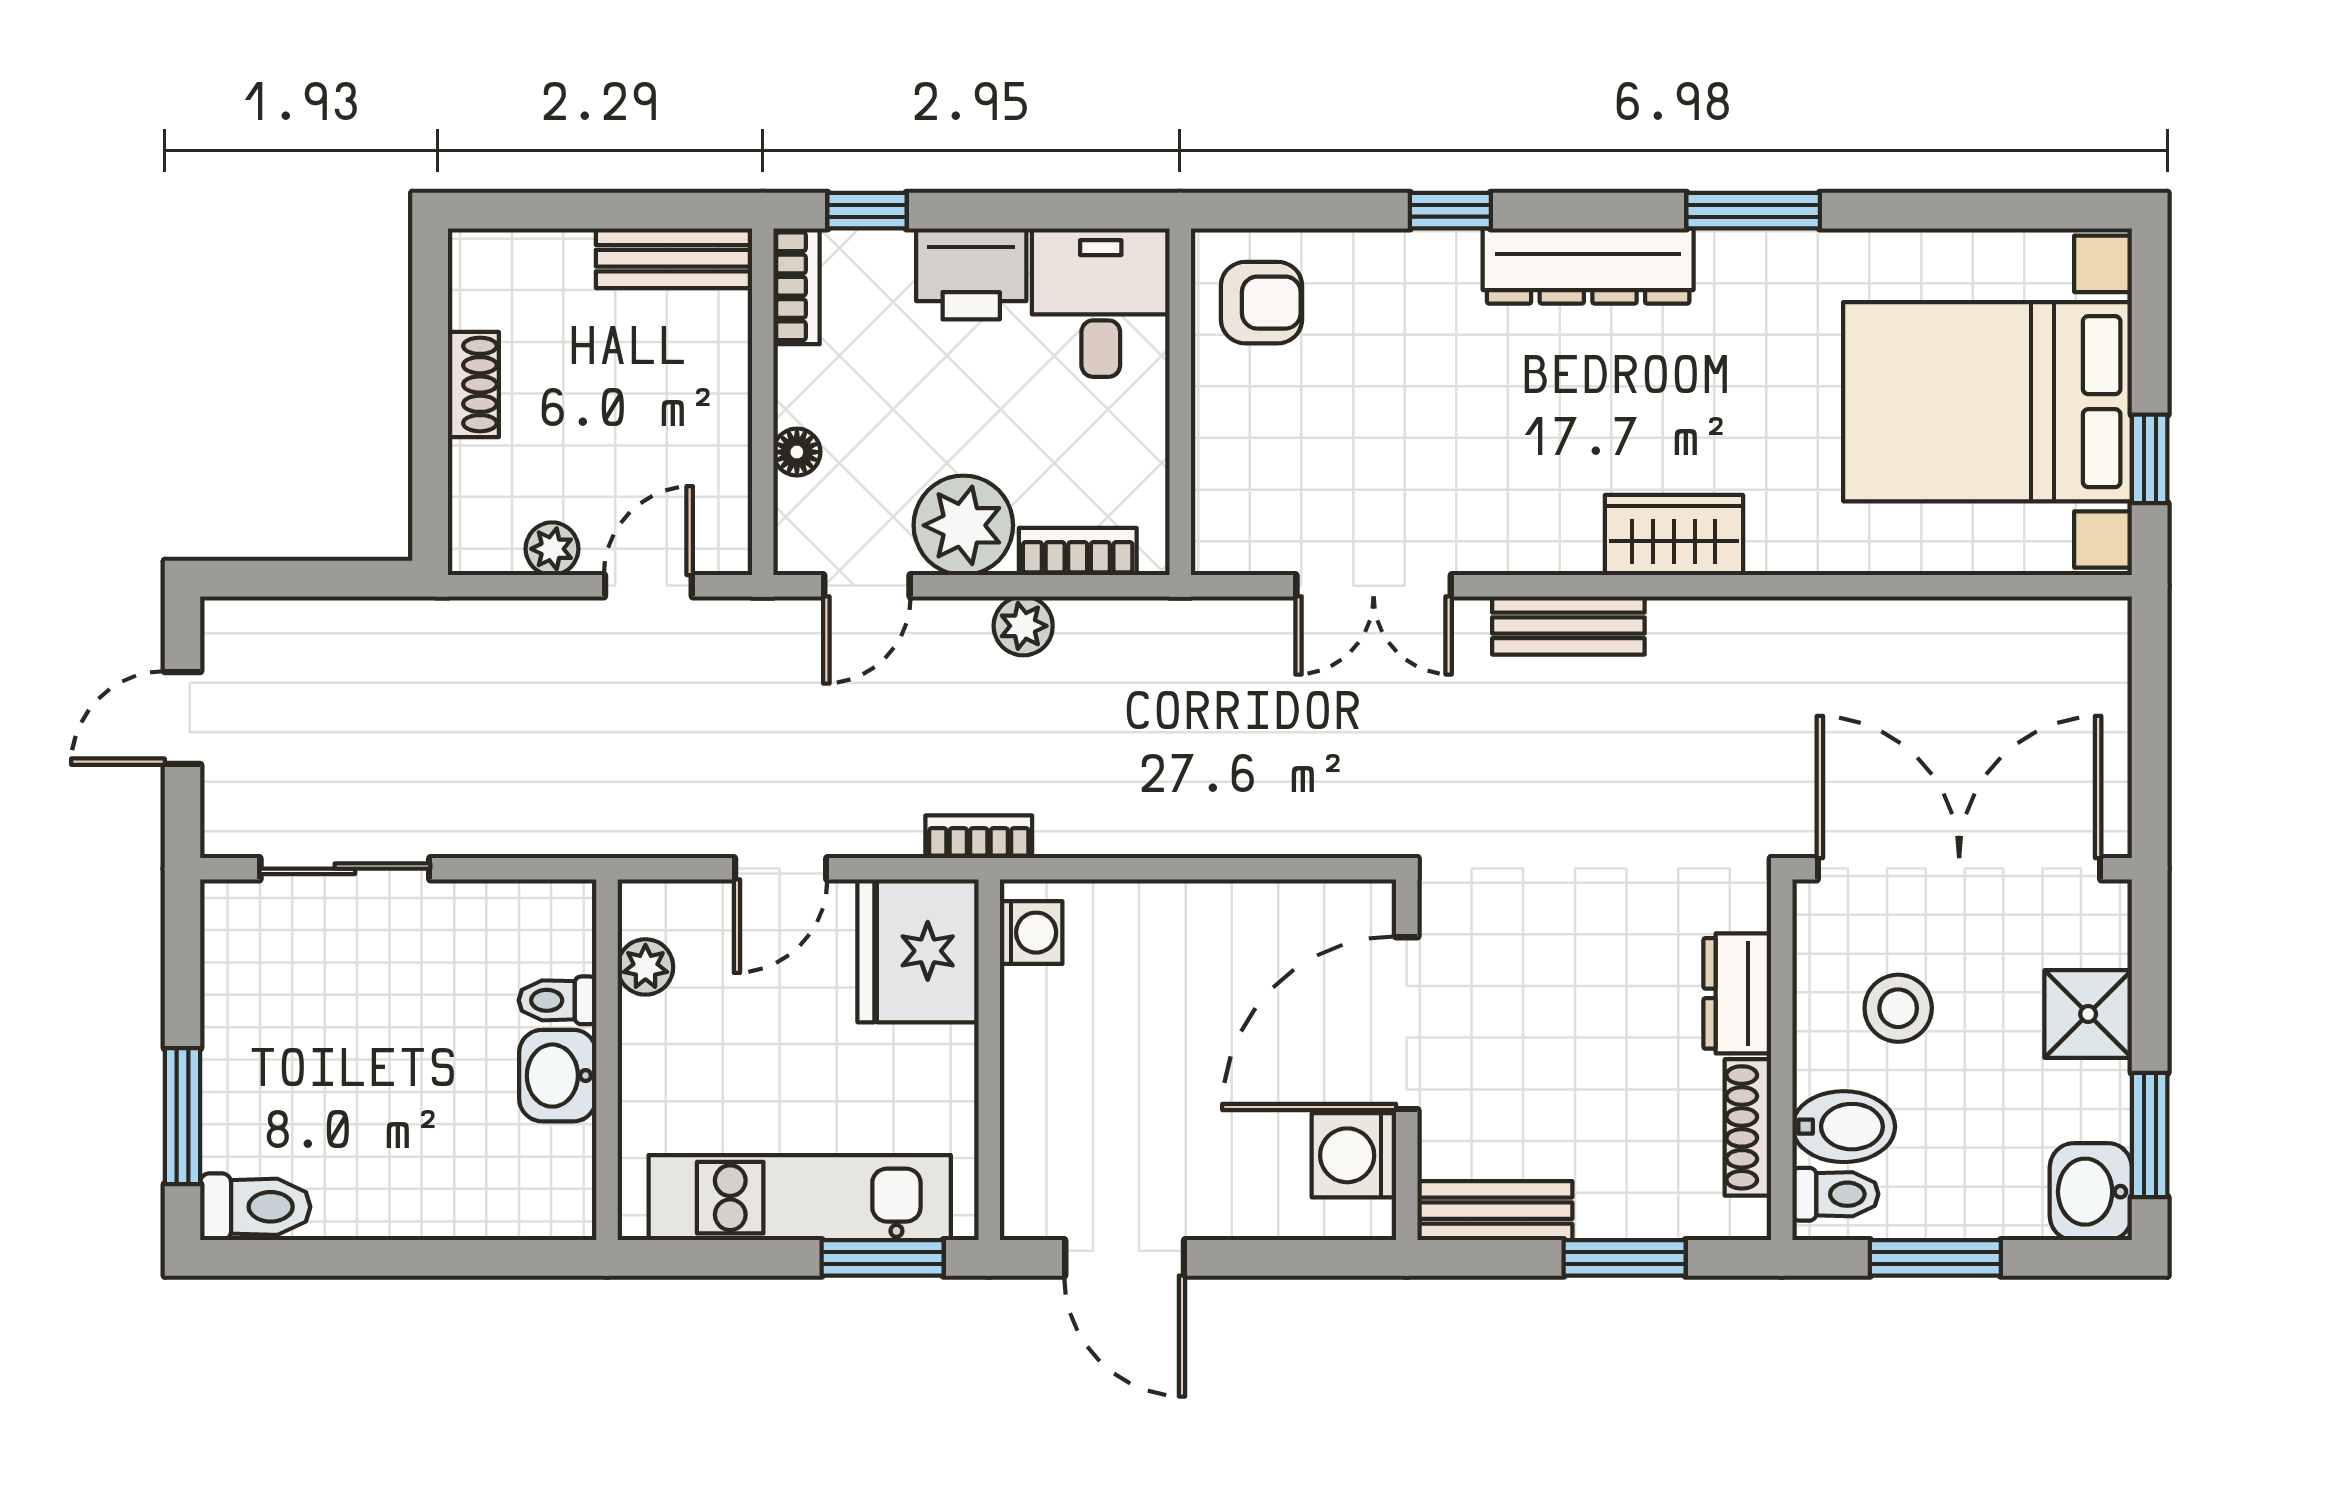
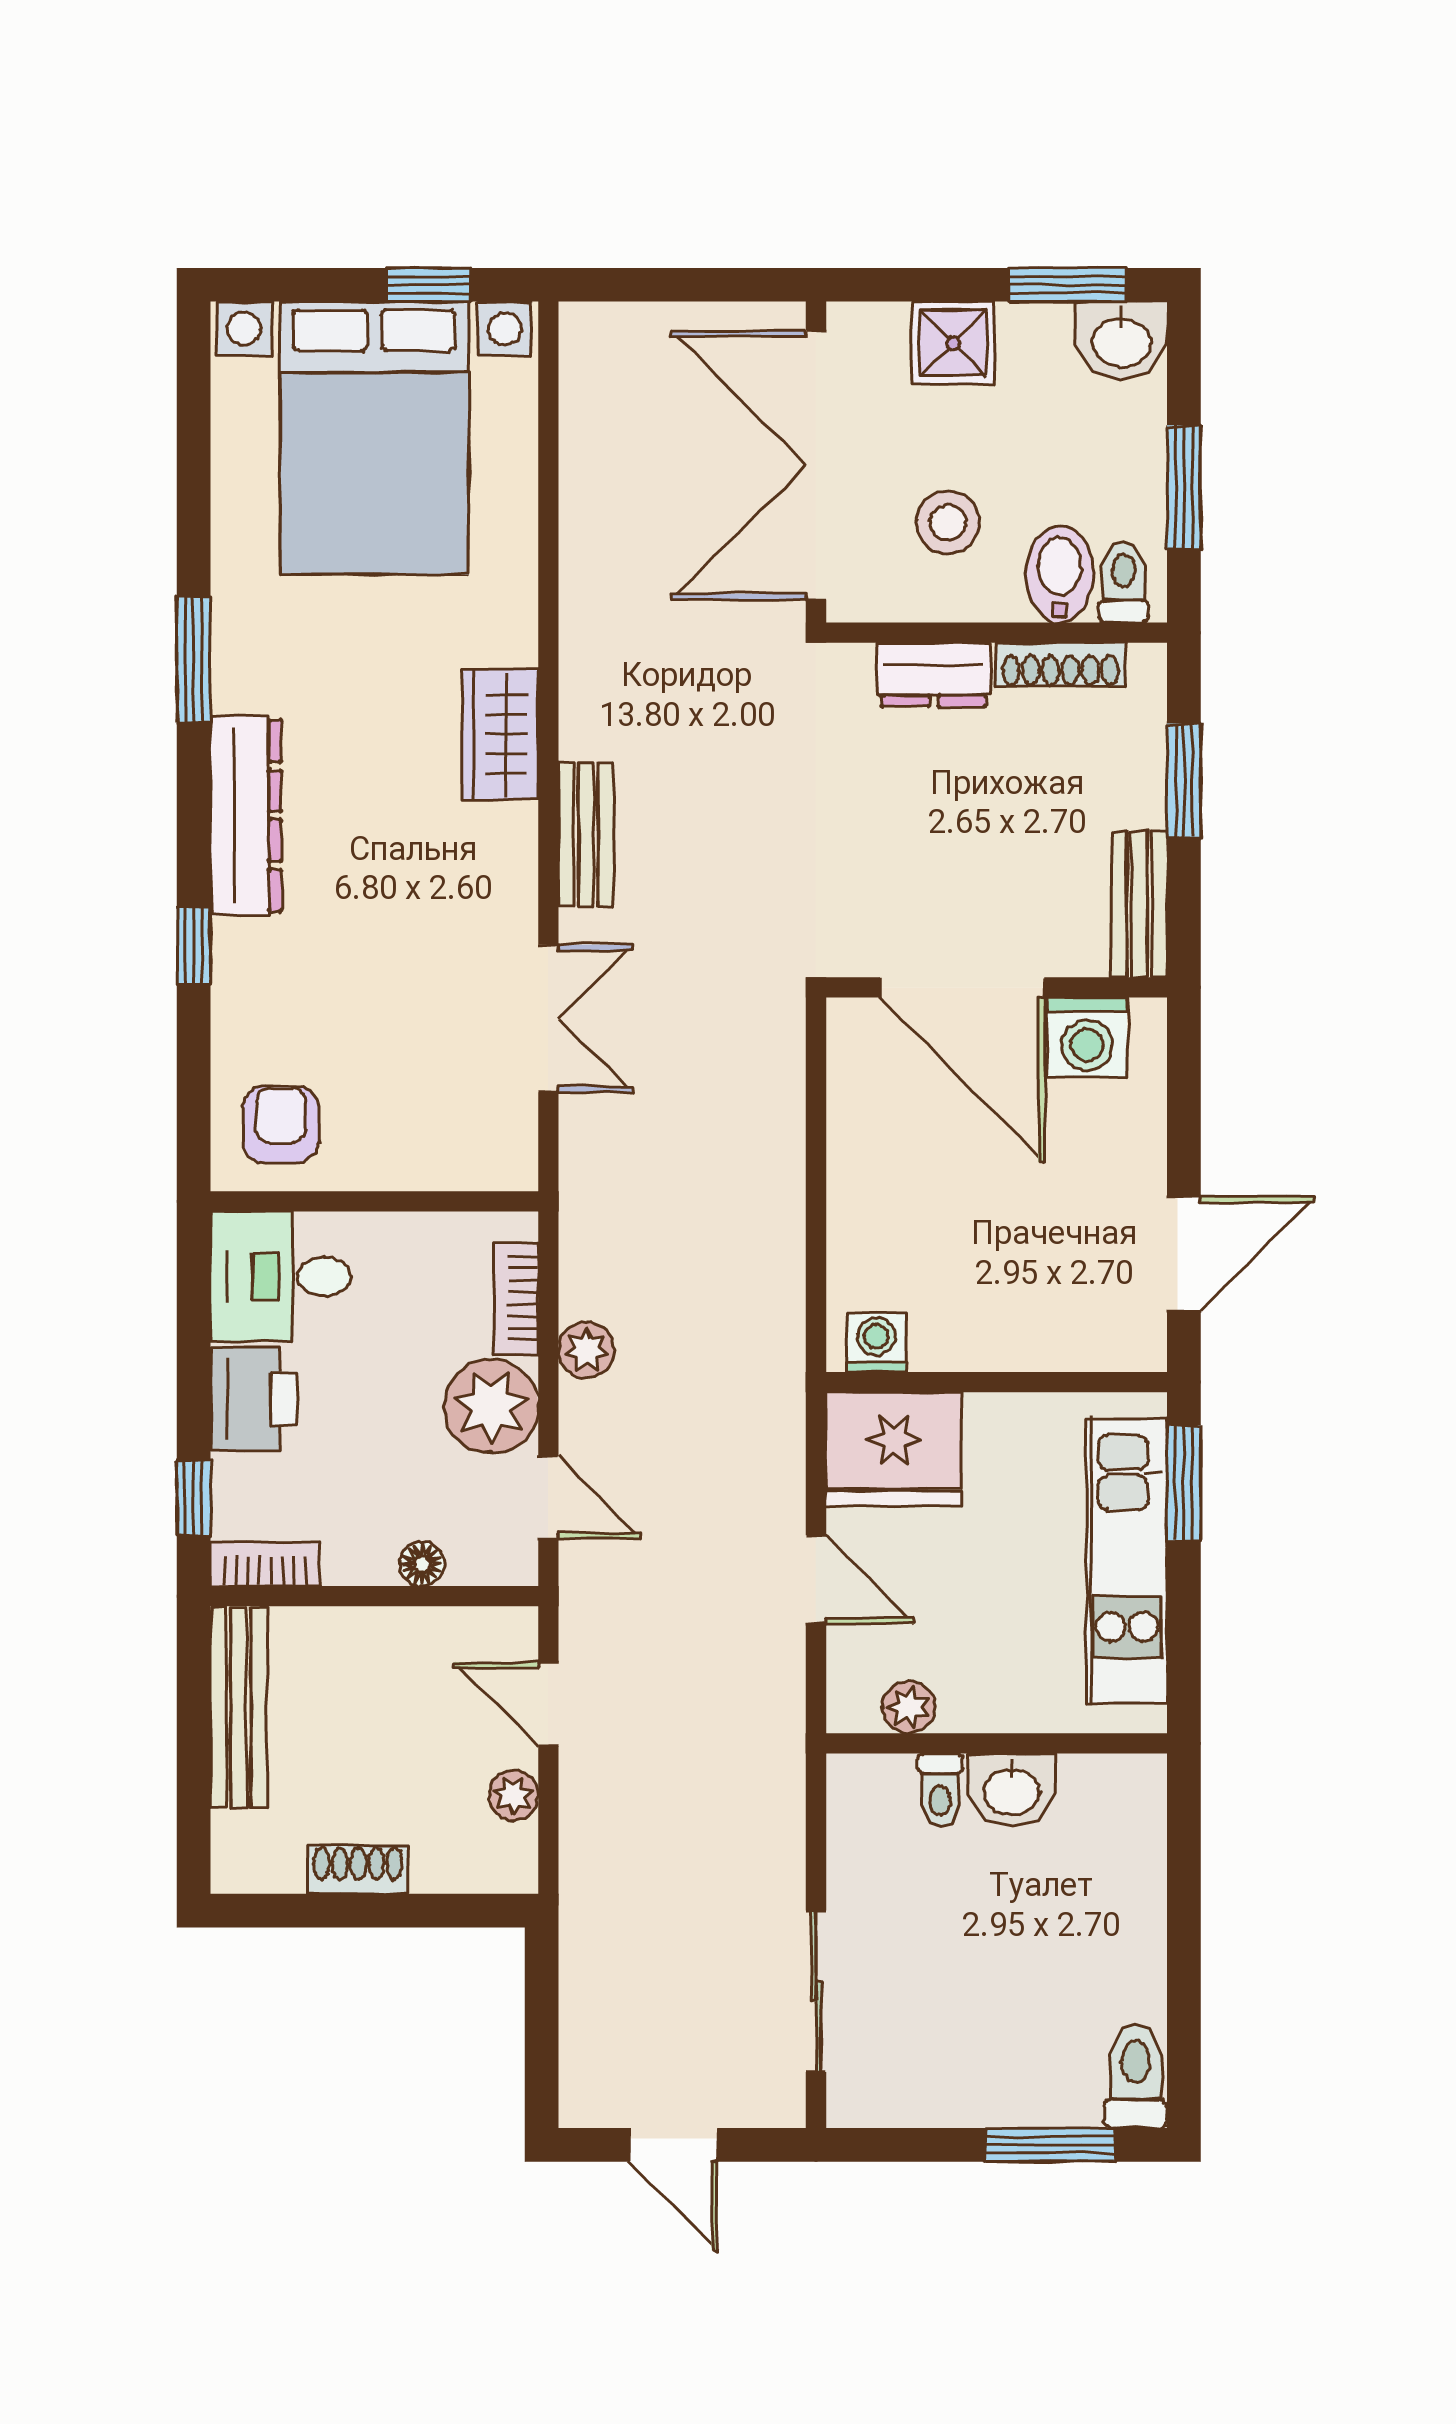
bench: (674, 258) -> (239, 1707), width x1.36
bookcase: (979, 837) -> (786, 1392), removed

